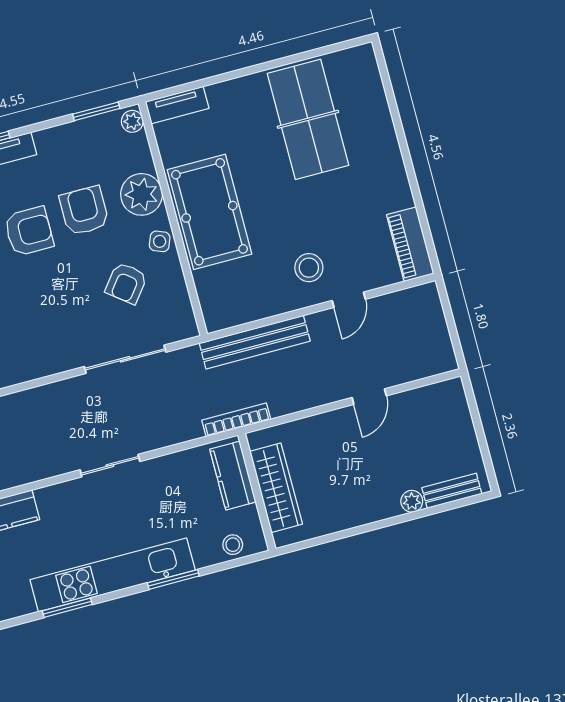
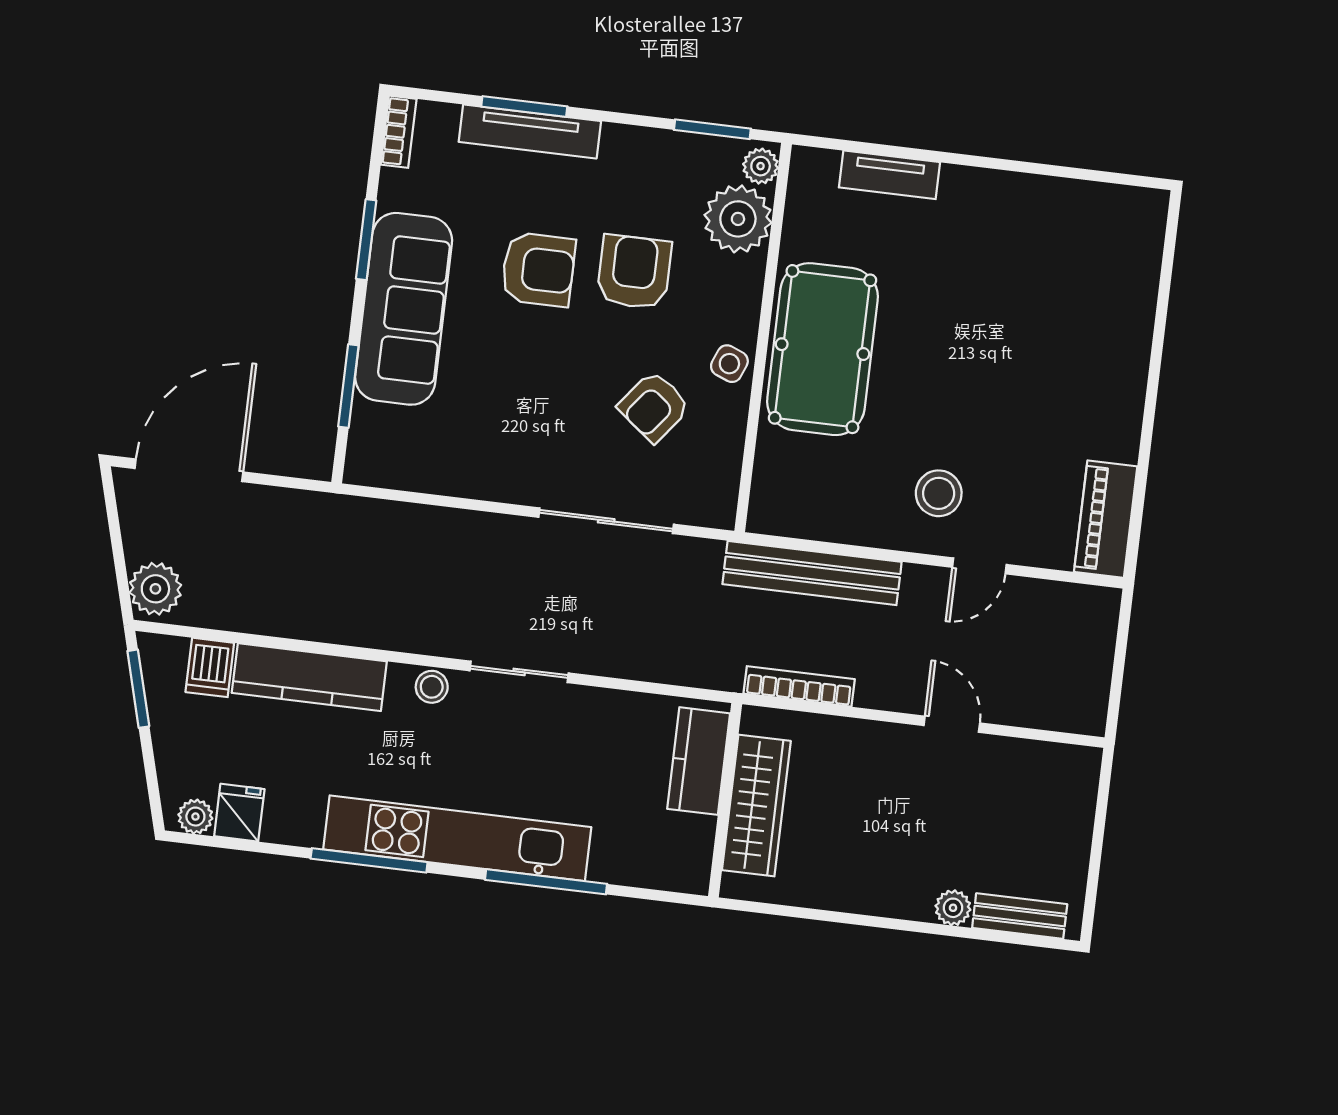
tv unit: (177, 105) -> (890, 175), moved
table tennis table: (308, 119) -> (1027, 269), removed
plant: (141, 194) -> (738, 219), moved
door: (369, 397) -> (952, 724), swing flipped
bookcase: (236, 420) -> (799, 686), moved
stool: (233, 545) -> (432, 687), moved
window: (173, 579) -> (546, 882), width x1.44
window: (67, 608) -> (369, 860), width x1.44

